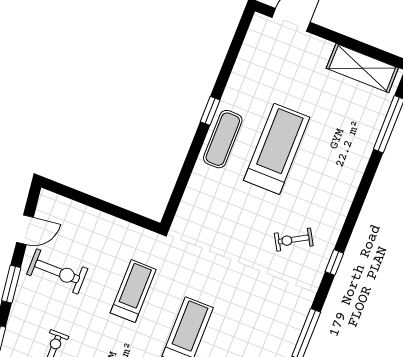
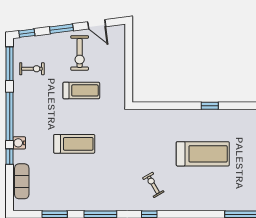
exercise mat: (223, 139) -> (196, 120), removed
treadmill: (133, 291) -> (81, 90), moved

